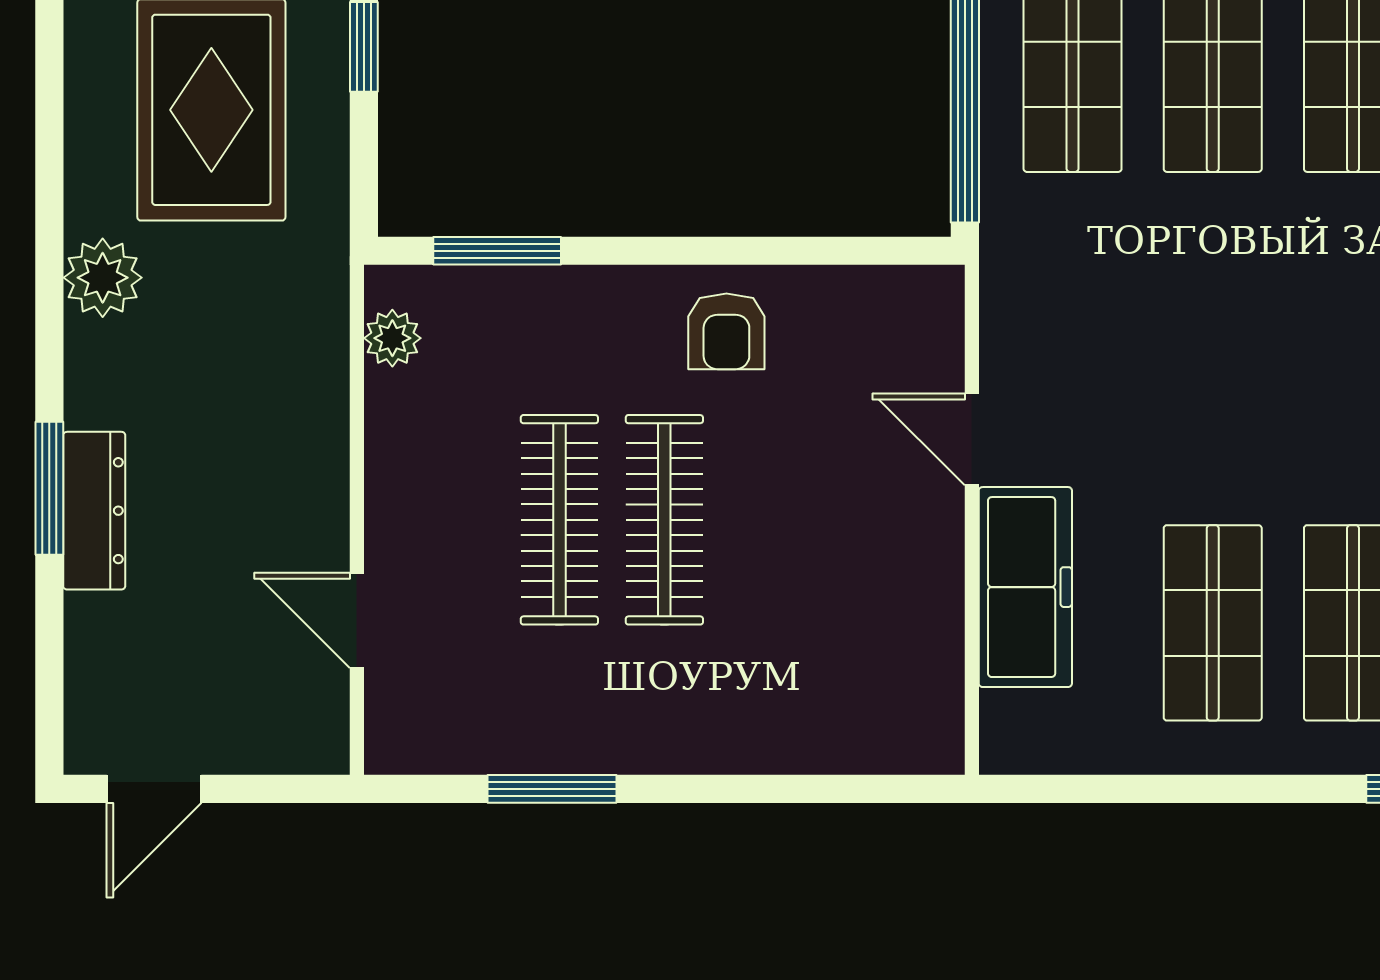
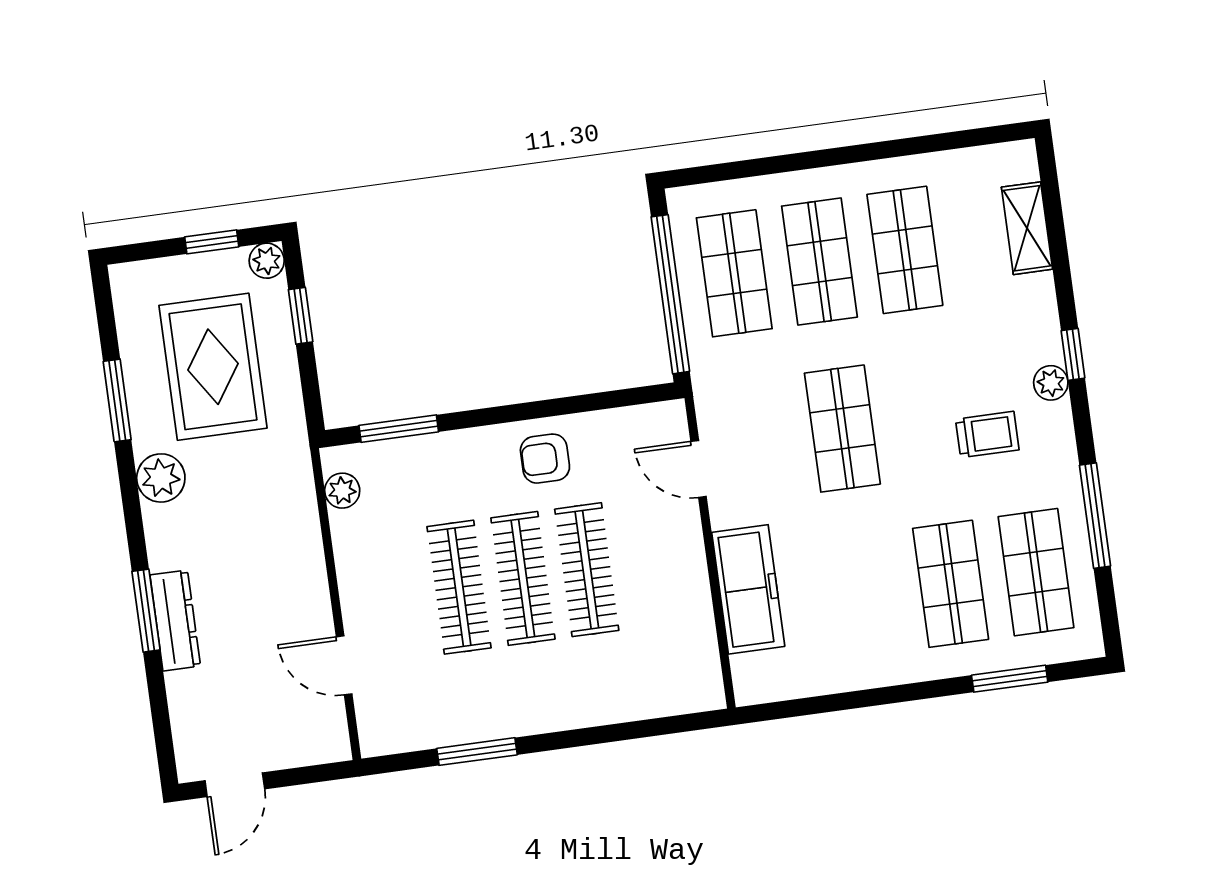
window: (49, 143) -> (117, 400), added
armchair: (726, 331) -> (545, 459), turned 90
door: (972, 439) -> (699, 469), moved
clothes rail: (769, 520) -> (587, 570), added
shop shelf: (1213, 623) -> (842, 429), moved

